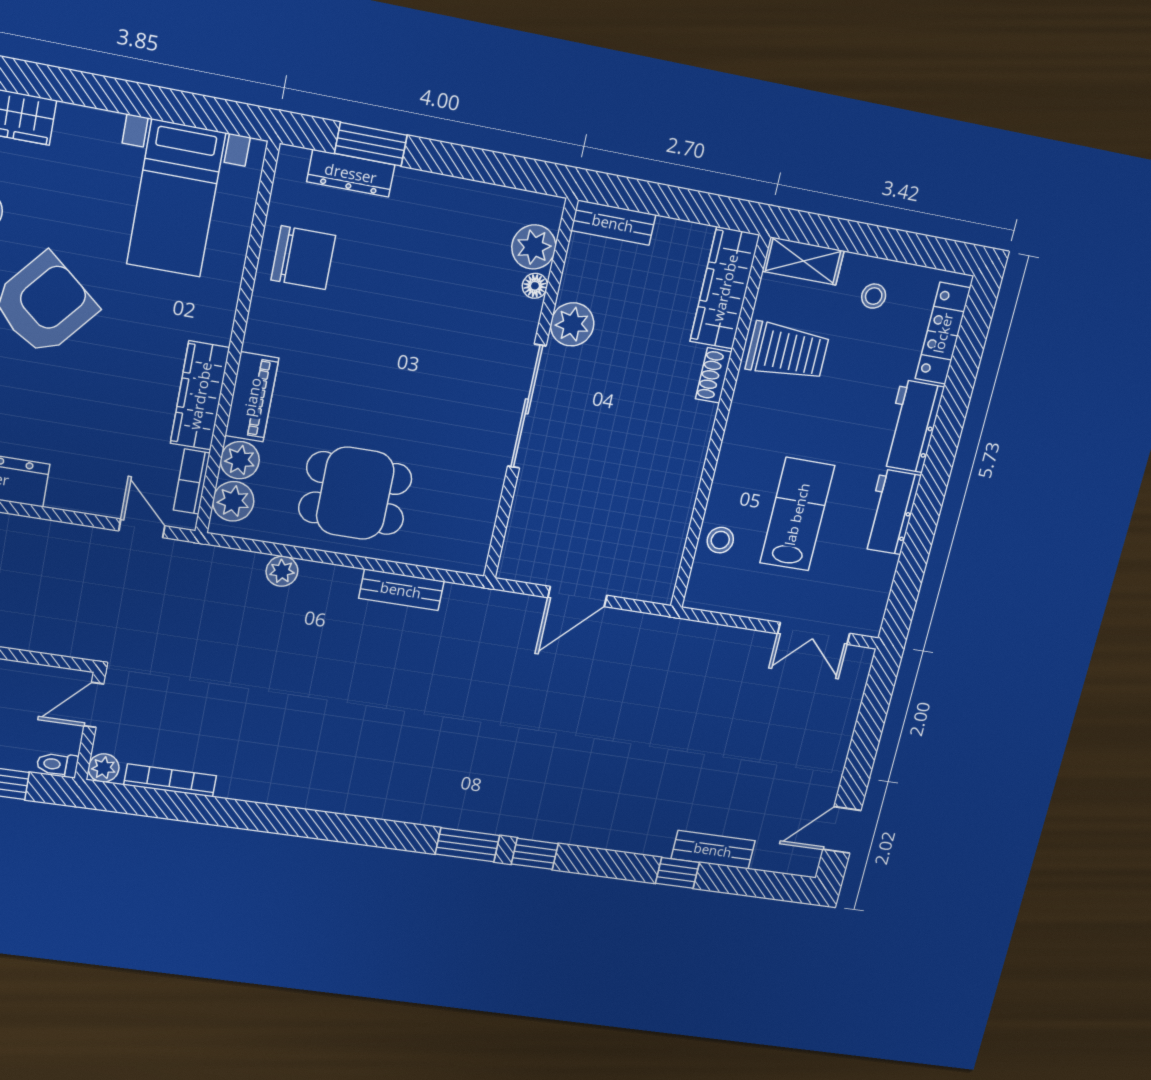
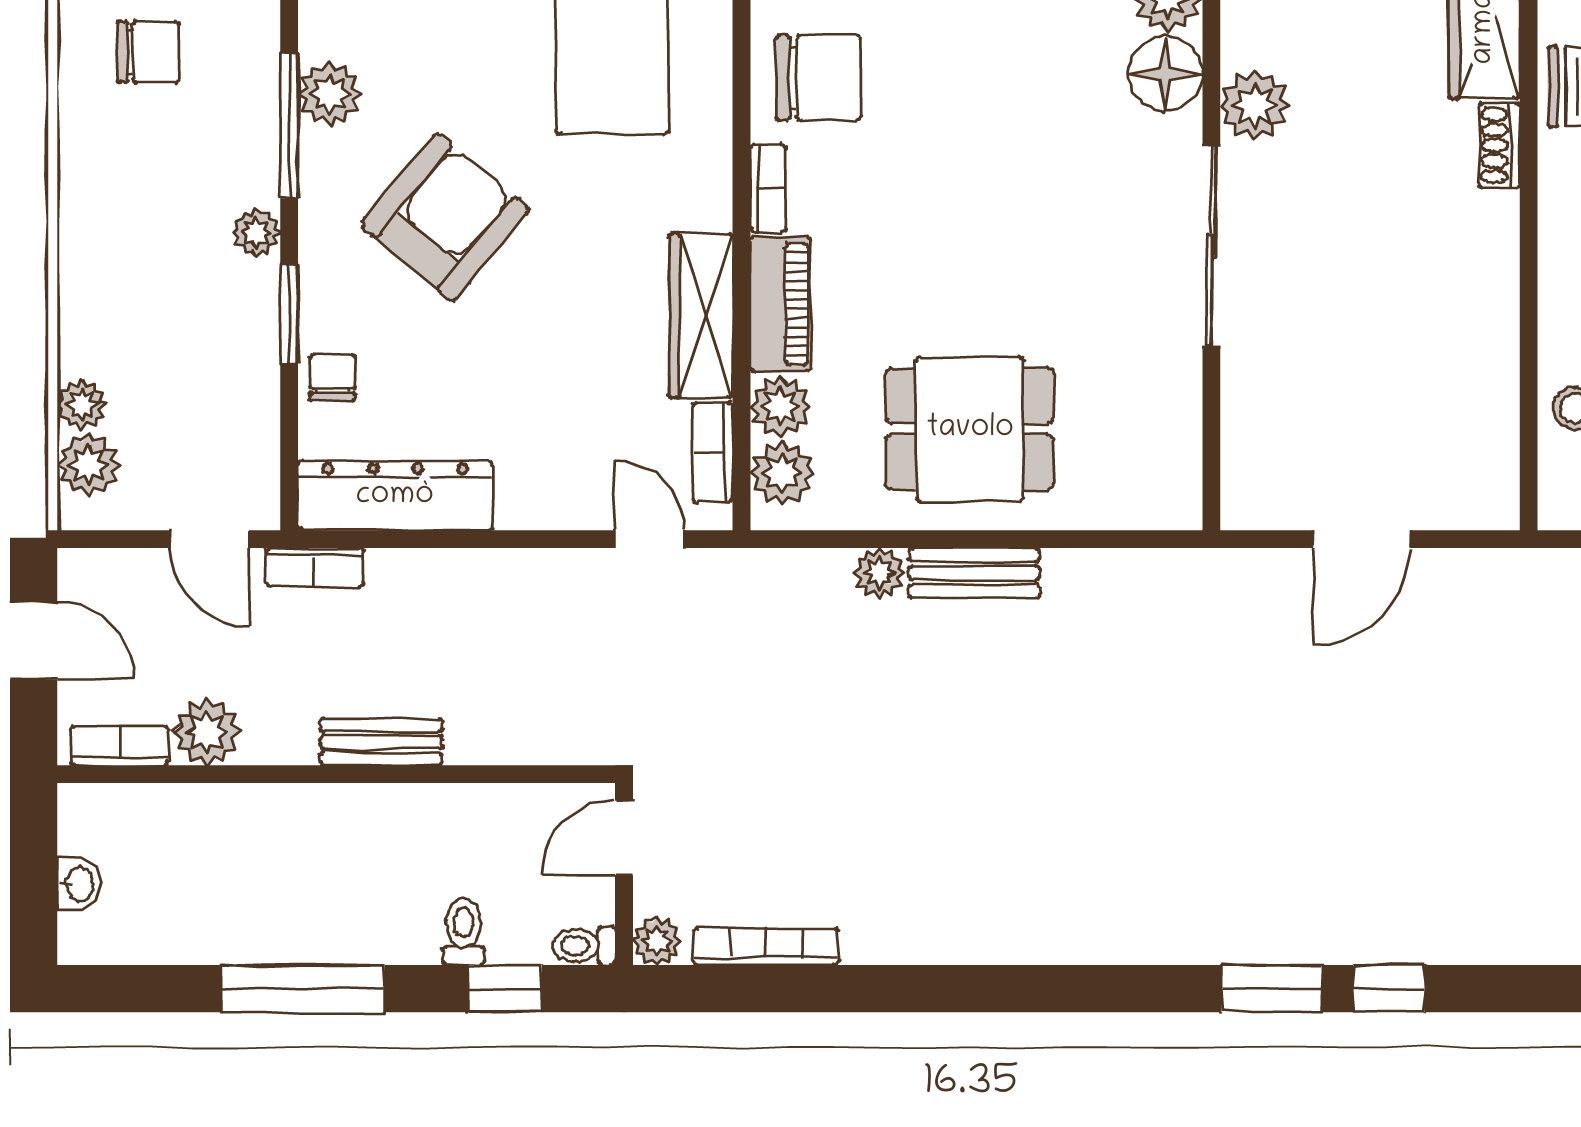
floor lamp: (535, 286) -> (1165, 74), width x1.89, depth x1.89
bookcase: (258, 322) -> (768, 188), added
bench: (401, 590) -> (974, 573), moved

